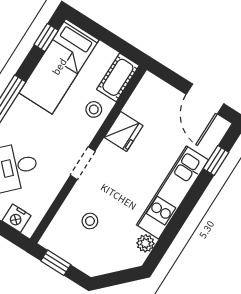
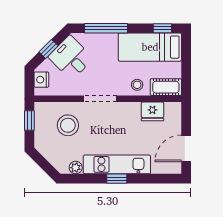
fridge: (124, 131) -> (152, 111), moved
window: (216, 160) -> (117, 179), moved
doorway: (83, 163) -> (100, 99), width x1.38
stool: (90, 221) -> (68, 125), width x1.89, depth x1.89

